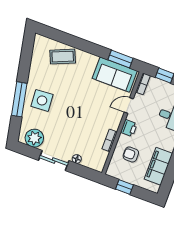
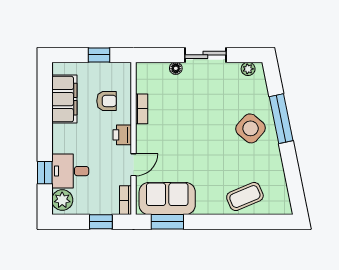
side table: (42, 100) -> (251, 128), turned 45
plant: (34, 138) -> (248, 69), width x0.53, depth x0.53

